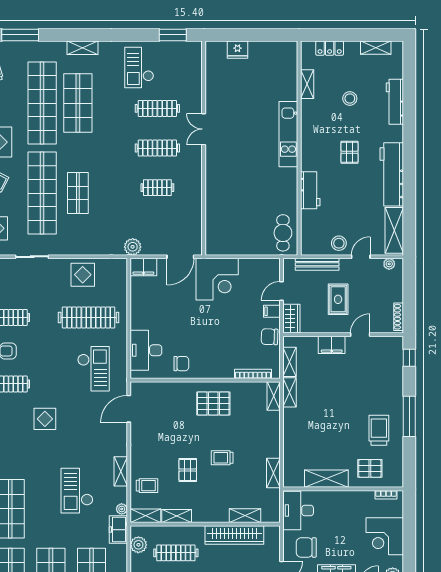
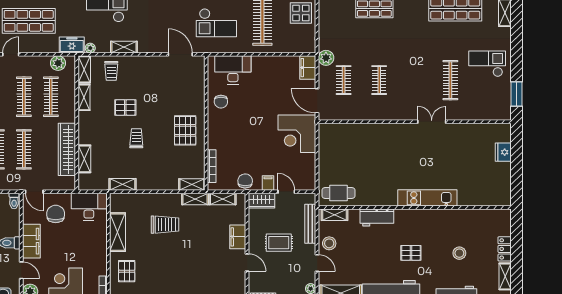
locker: (330, 48) -> (505, 249), moved
shelving: (307, 84) -> (334, 215), moved
clothes rail: (157, 148) -> (344, 80), moved, width x0.73
trolley: (379, 430) -> (165, 225), moved

